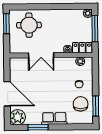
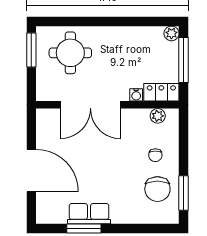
double door: (41, 55) -> (90, 105), width x1.37
chair: (81, 104) -> (157, 189), turned 180
plant: (18, 117) -> (49, 211), removed
row of seats: (54, 118) -> (89, 214), moved

